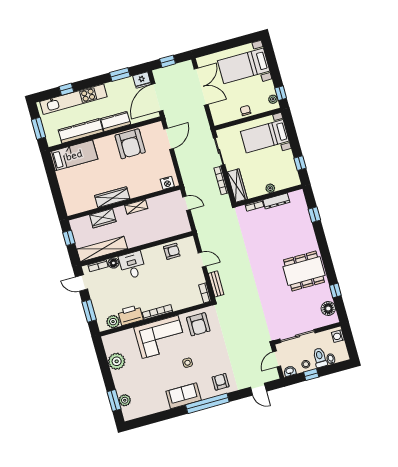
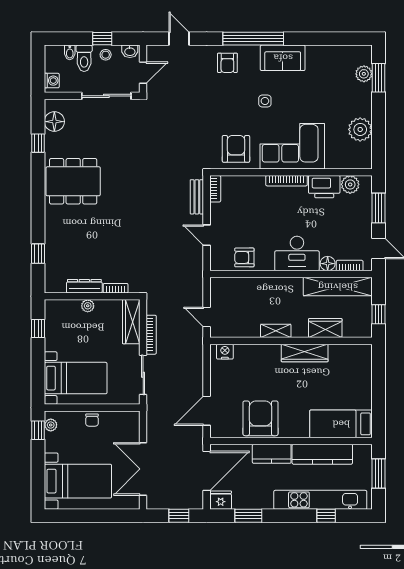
desk: (132, 265) -> (297, 253), width x1.37

